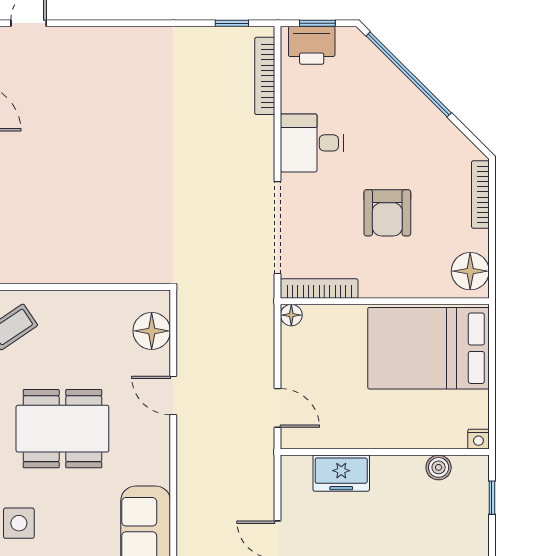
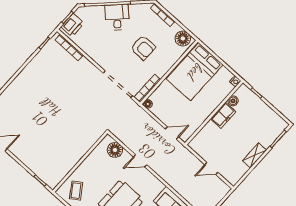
desk: (312, 143) -> (117, 17), moved, turned 135
freezer: (341, 473) -> (223, 115), moved

